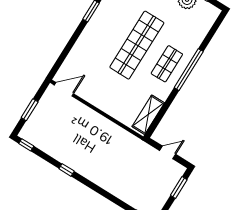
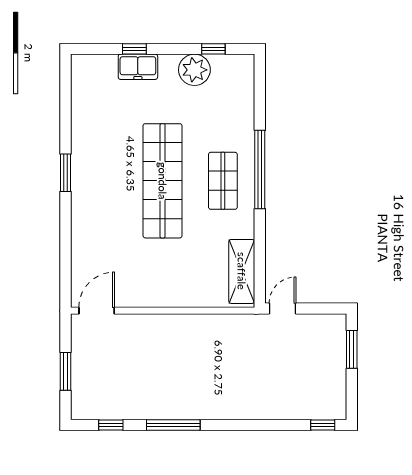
window: (26, 145) -> (111, 425), moved
door: (168, 152) -> (283, 309), moved
window: (67, 170) -> (173, 425), width x2.17

